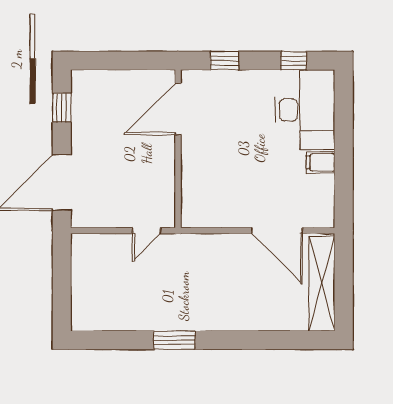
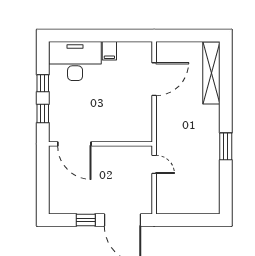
window: (294, 61) -> (43, 83), moved
window: (62, 108) -> (86, 220), moved
shelving: (322, 284) -> (211, 73), moved, turned 90

